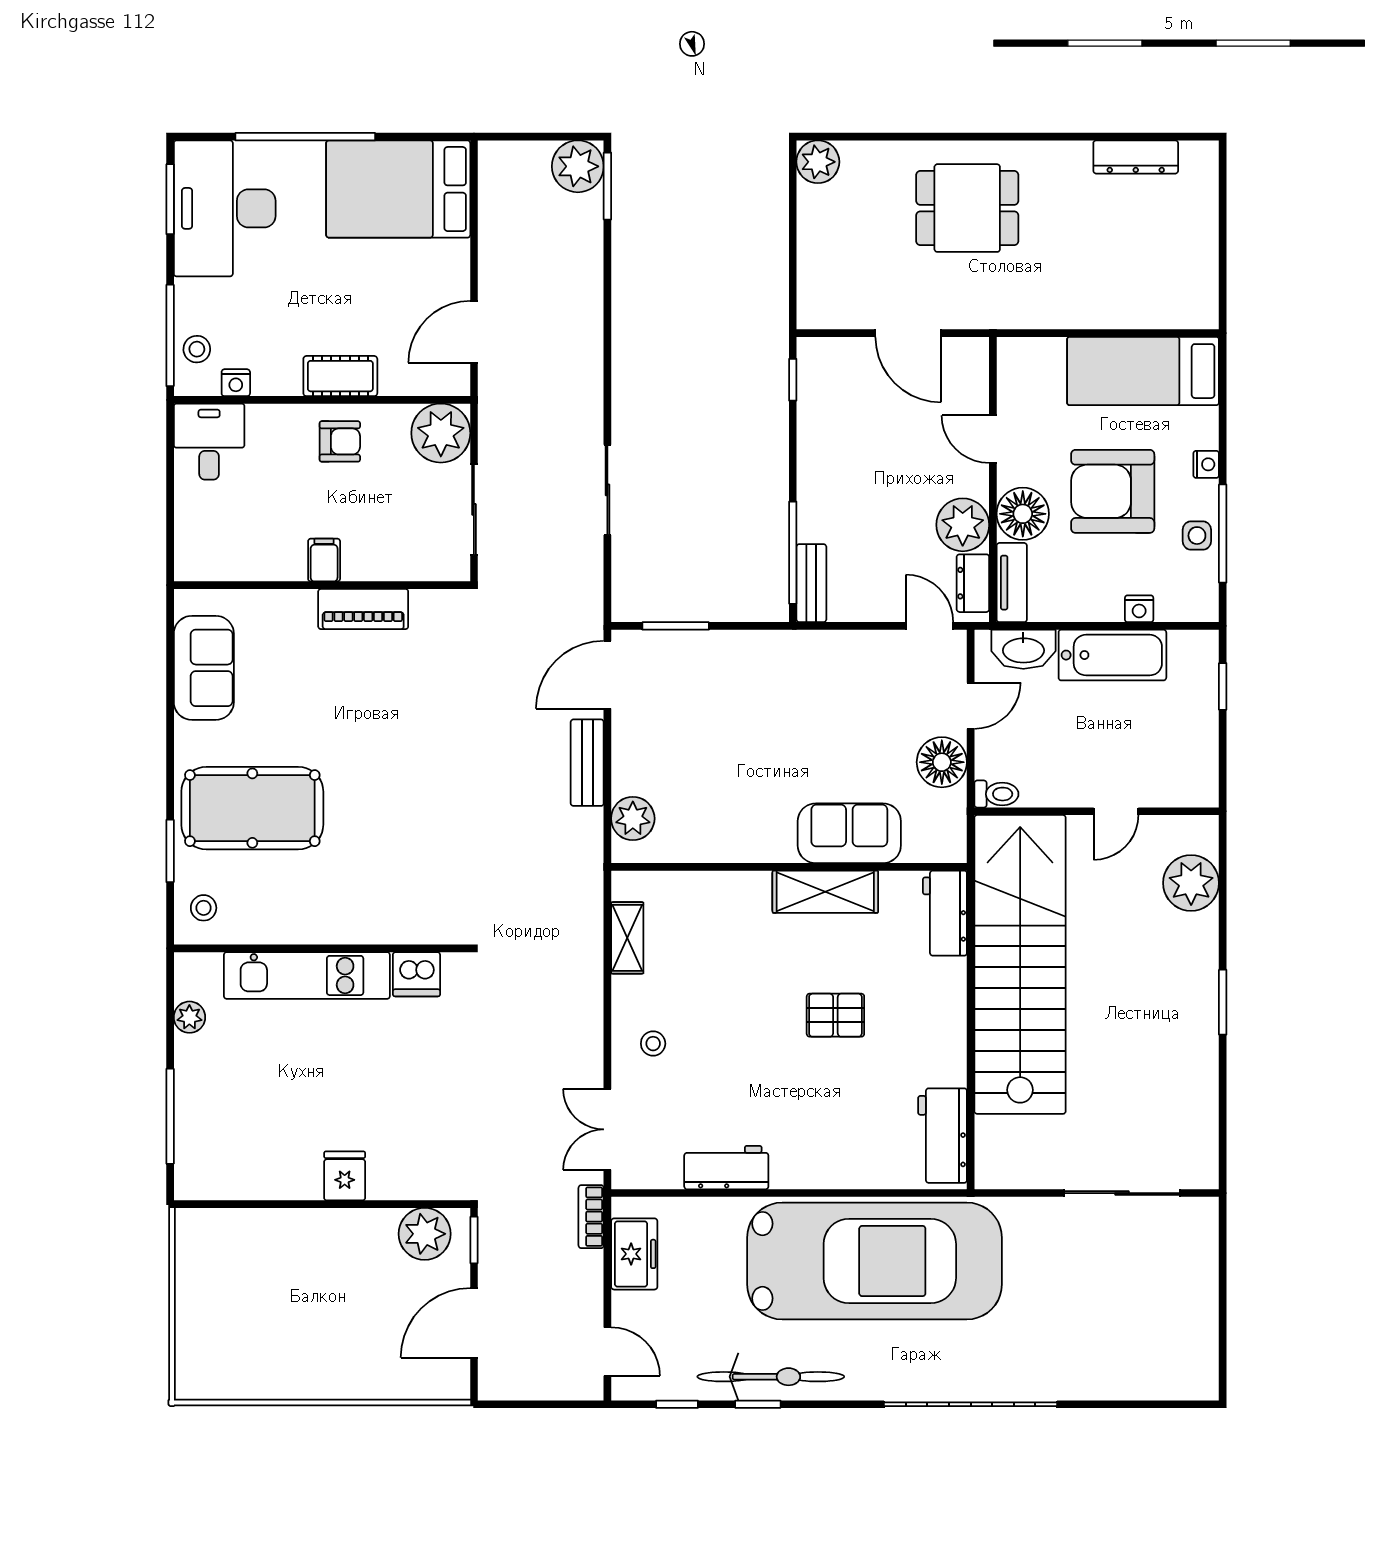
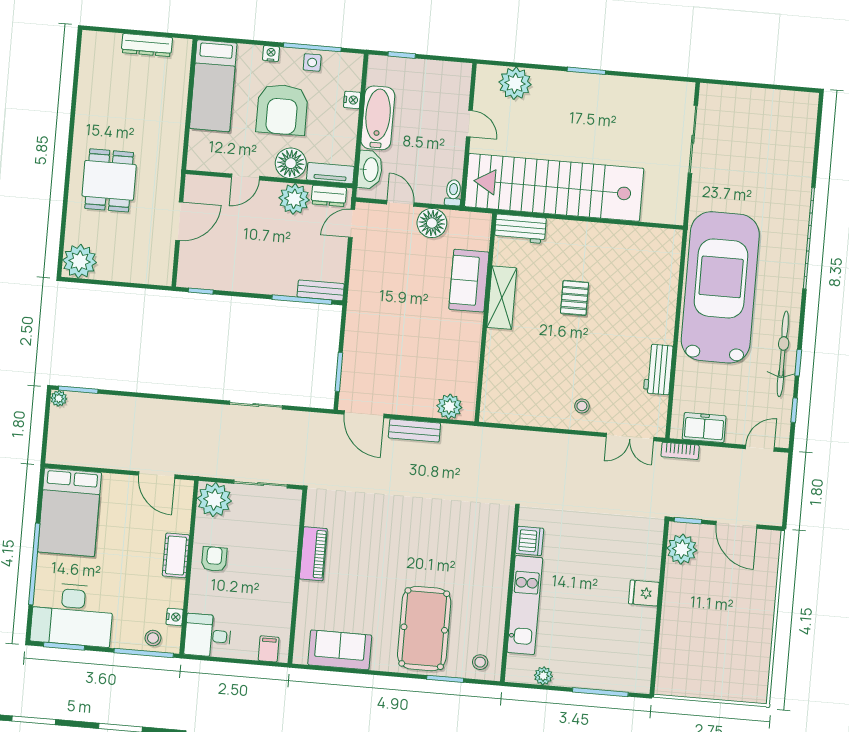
dresser: (1136, 157) -> (147, 45), moved, turned 90
plant: (818, 162) -> (80, 261), width x1.36, depth x1.36
plant: (578, 166) -> (59, 398), width x0.53, depth x0.53
filing cabinet: (324, 560) -> (269, 649), moved, turned 90
shelving: (627, 938) -> (519, 416), removed
workbench: (943, 1136) -> (650, 241), removed

